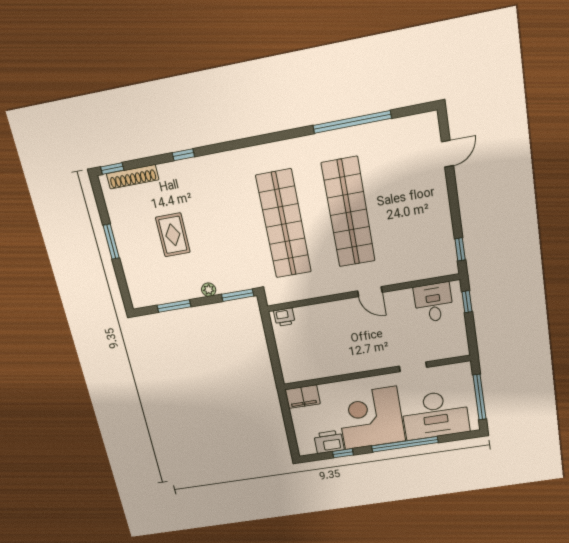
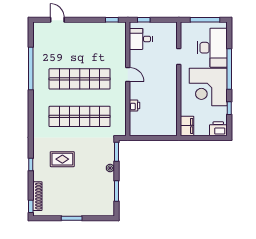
rug: (173, 235) -> (62, 159), moved
door: (370, 292) -> (128, 74), hinge flipped
printer: (284, 317) -> (135, 105), moved
printer: (329, 442) -> (218, 129), moved, turned 90

